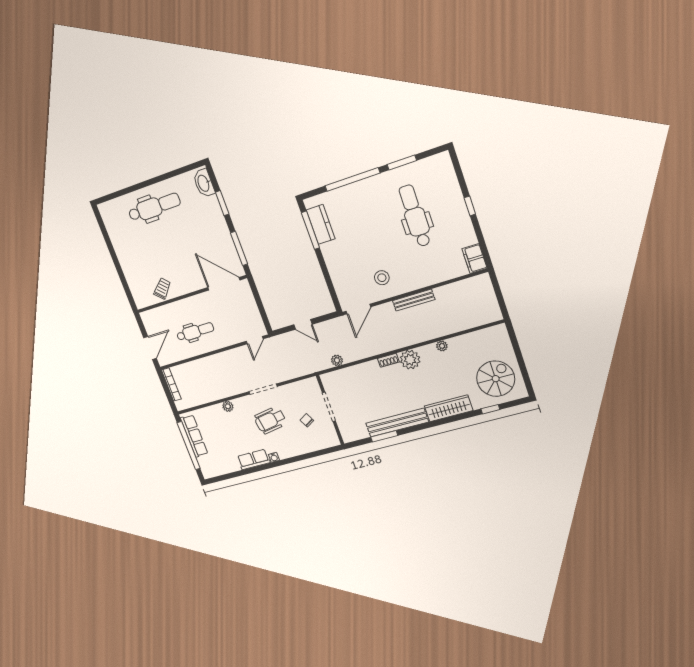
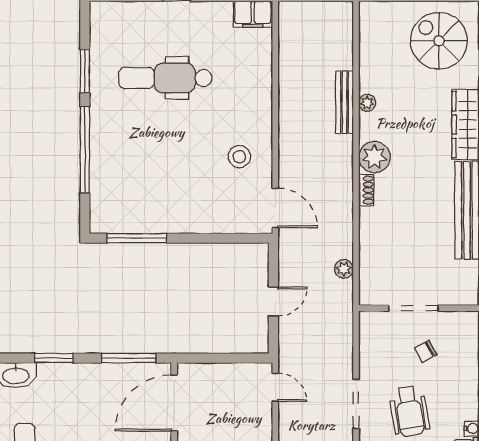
kitchen counter: (321, 224) -> (133, 220), removed
bench: (414, 300) -> (345, 102), moved

